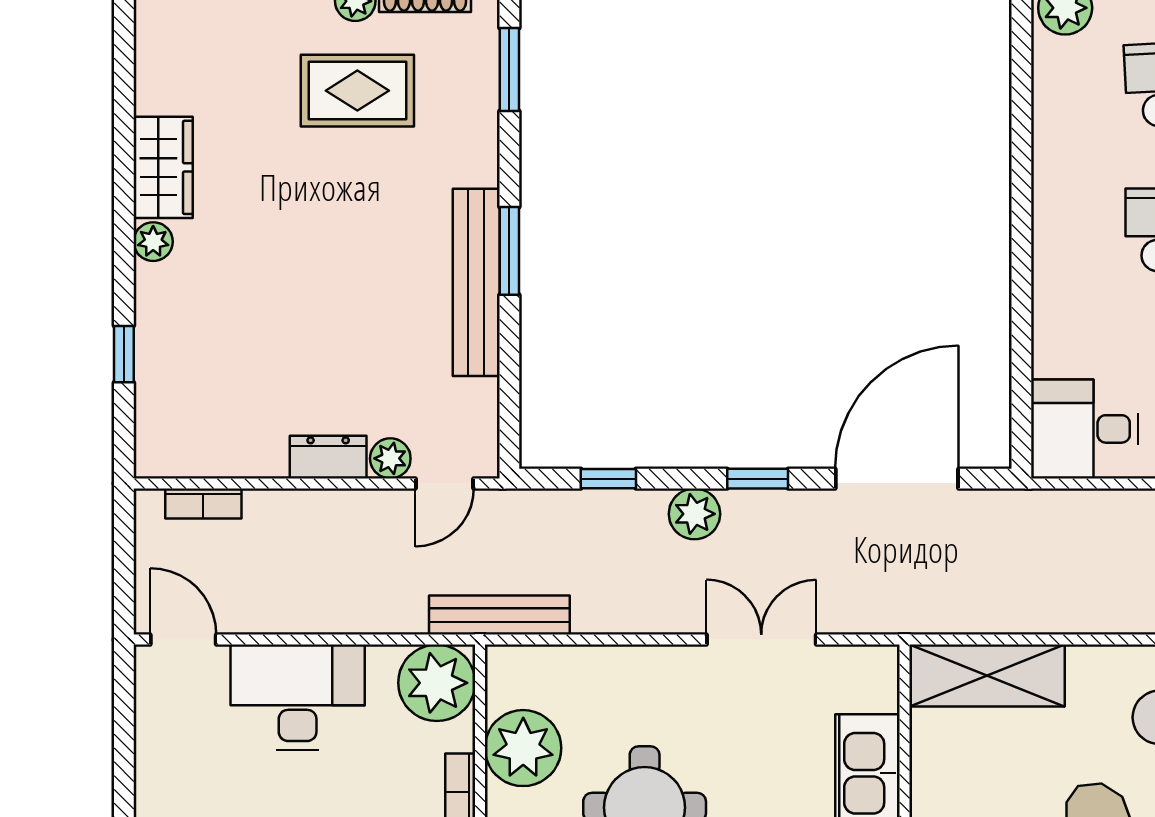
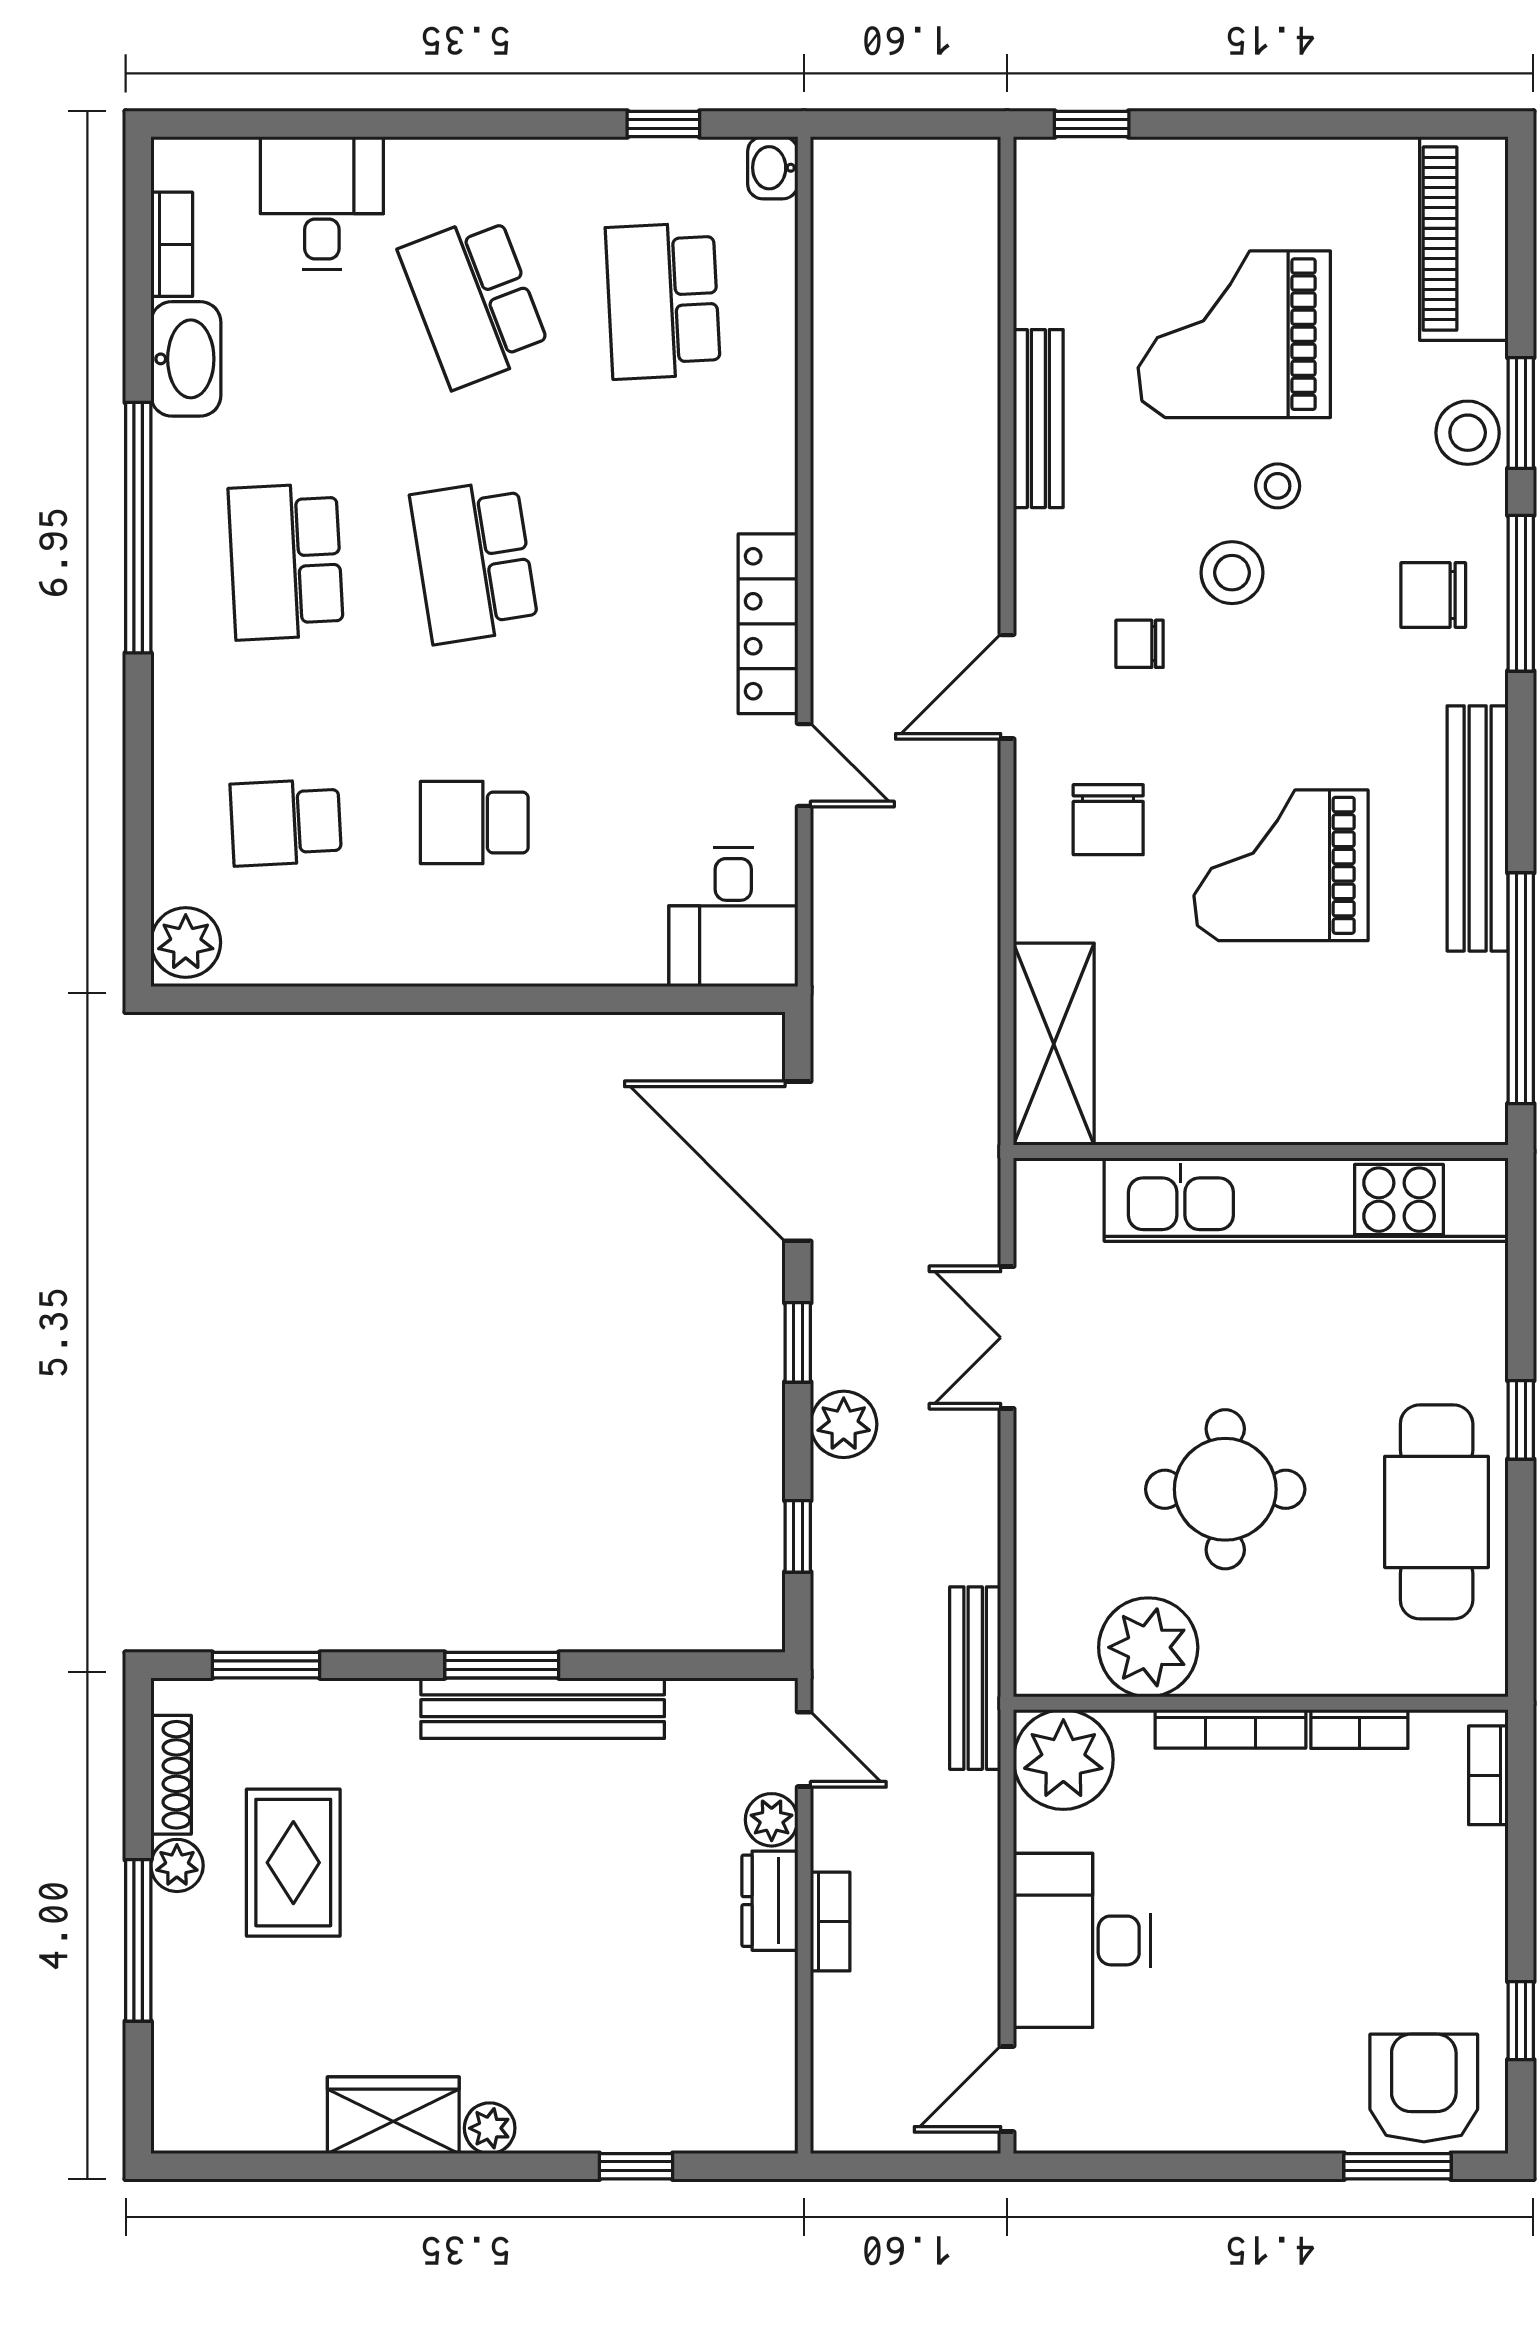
bookcase: (203, 504) -> (830, 1922), moved

